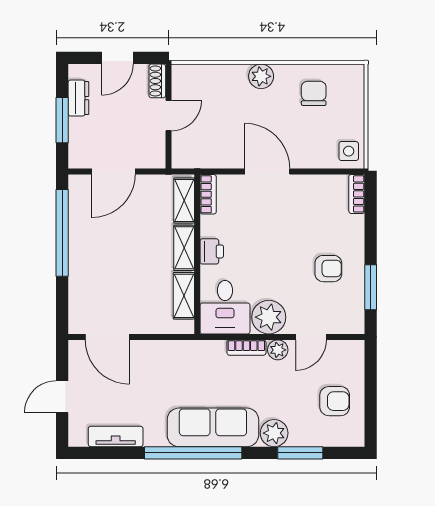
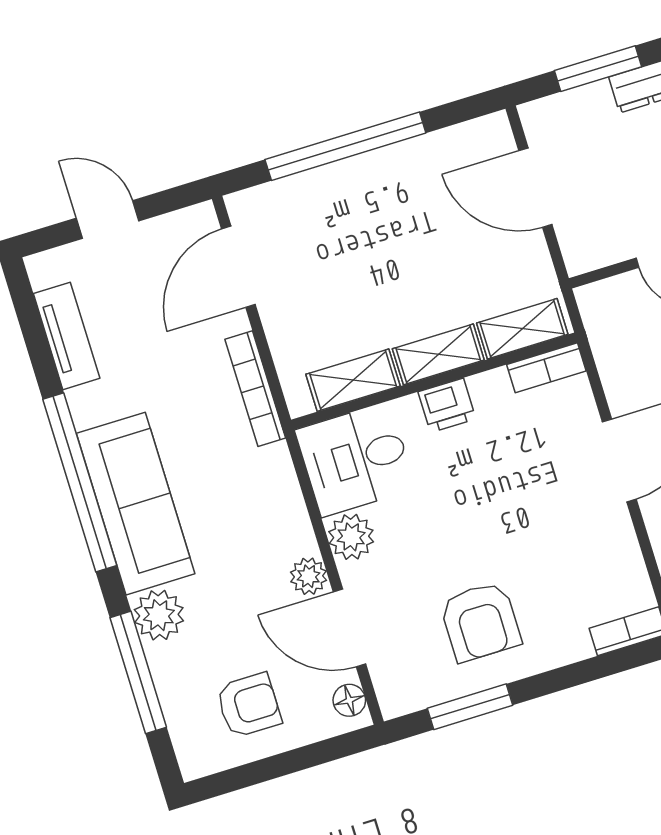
window: (62, 233) -> (345, 146), moved
armchair: (328, 269) -> (480, 622), width x1.38, depth x1.38
plant: (269, 317) -> (351, 537), width x0.73, depth x0.73
door: (311, 337) -> (350, 628), width x1.38
bookcase: (246, 348) -> (255, 389), moved, width x1.56
floor lamp: (348, 348) -> (349, 700), added
armchair: (335, 401) -> (249, 705), turned -90
window: (300, 453) -> (138, 672), width x1.44

